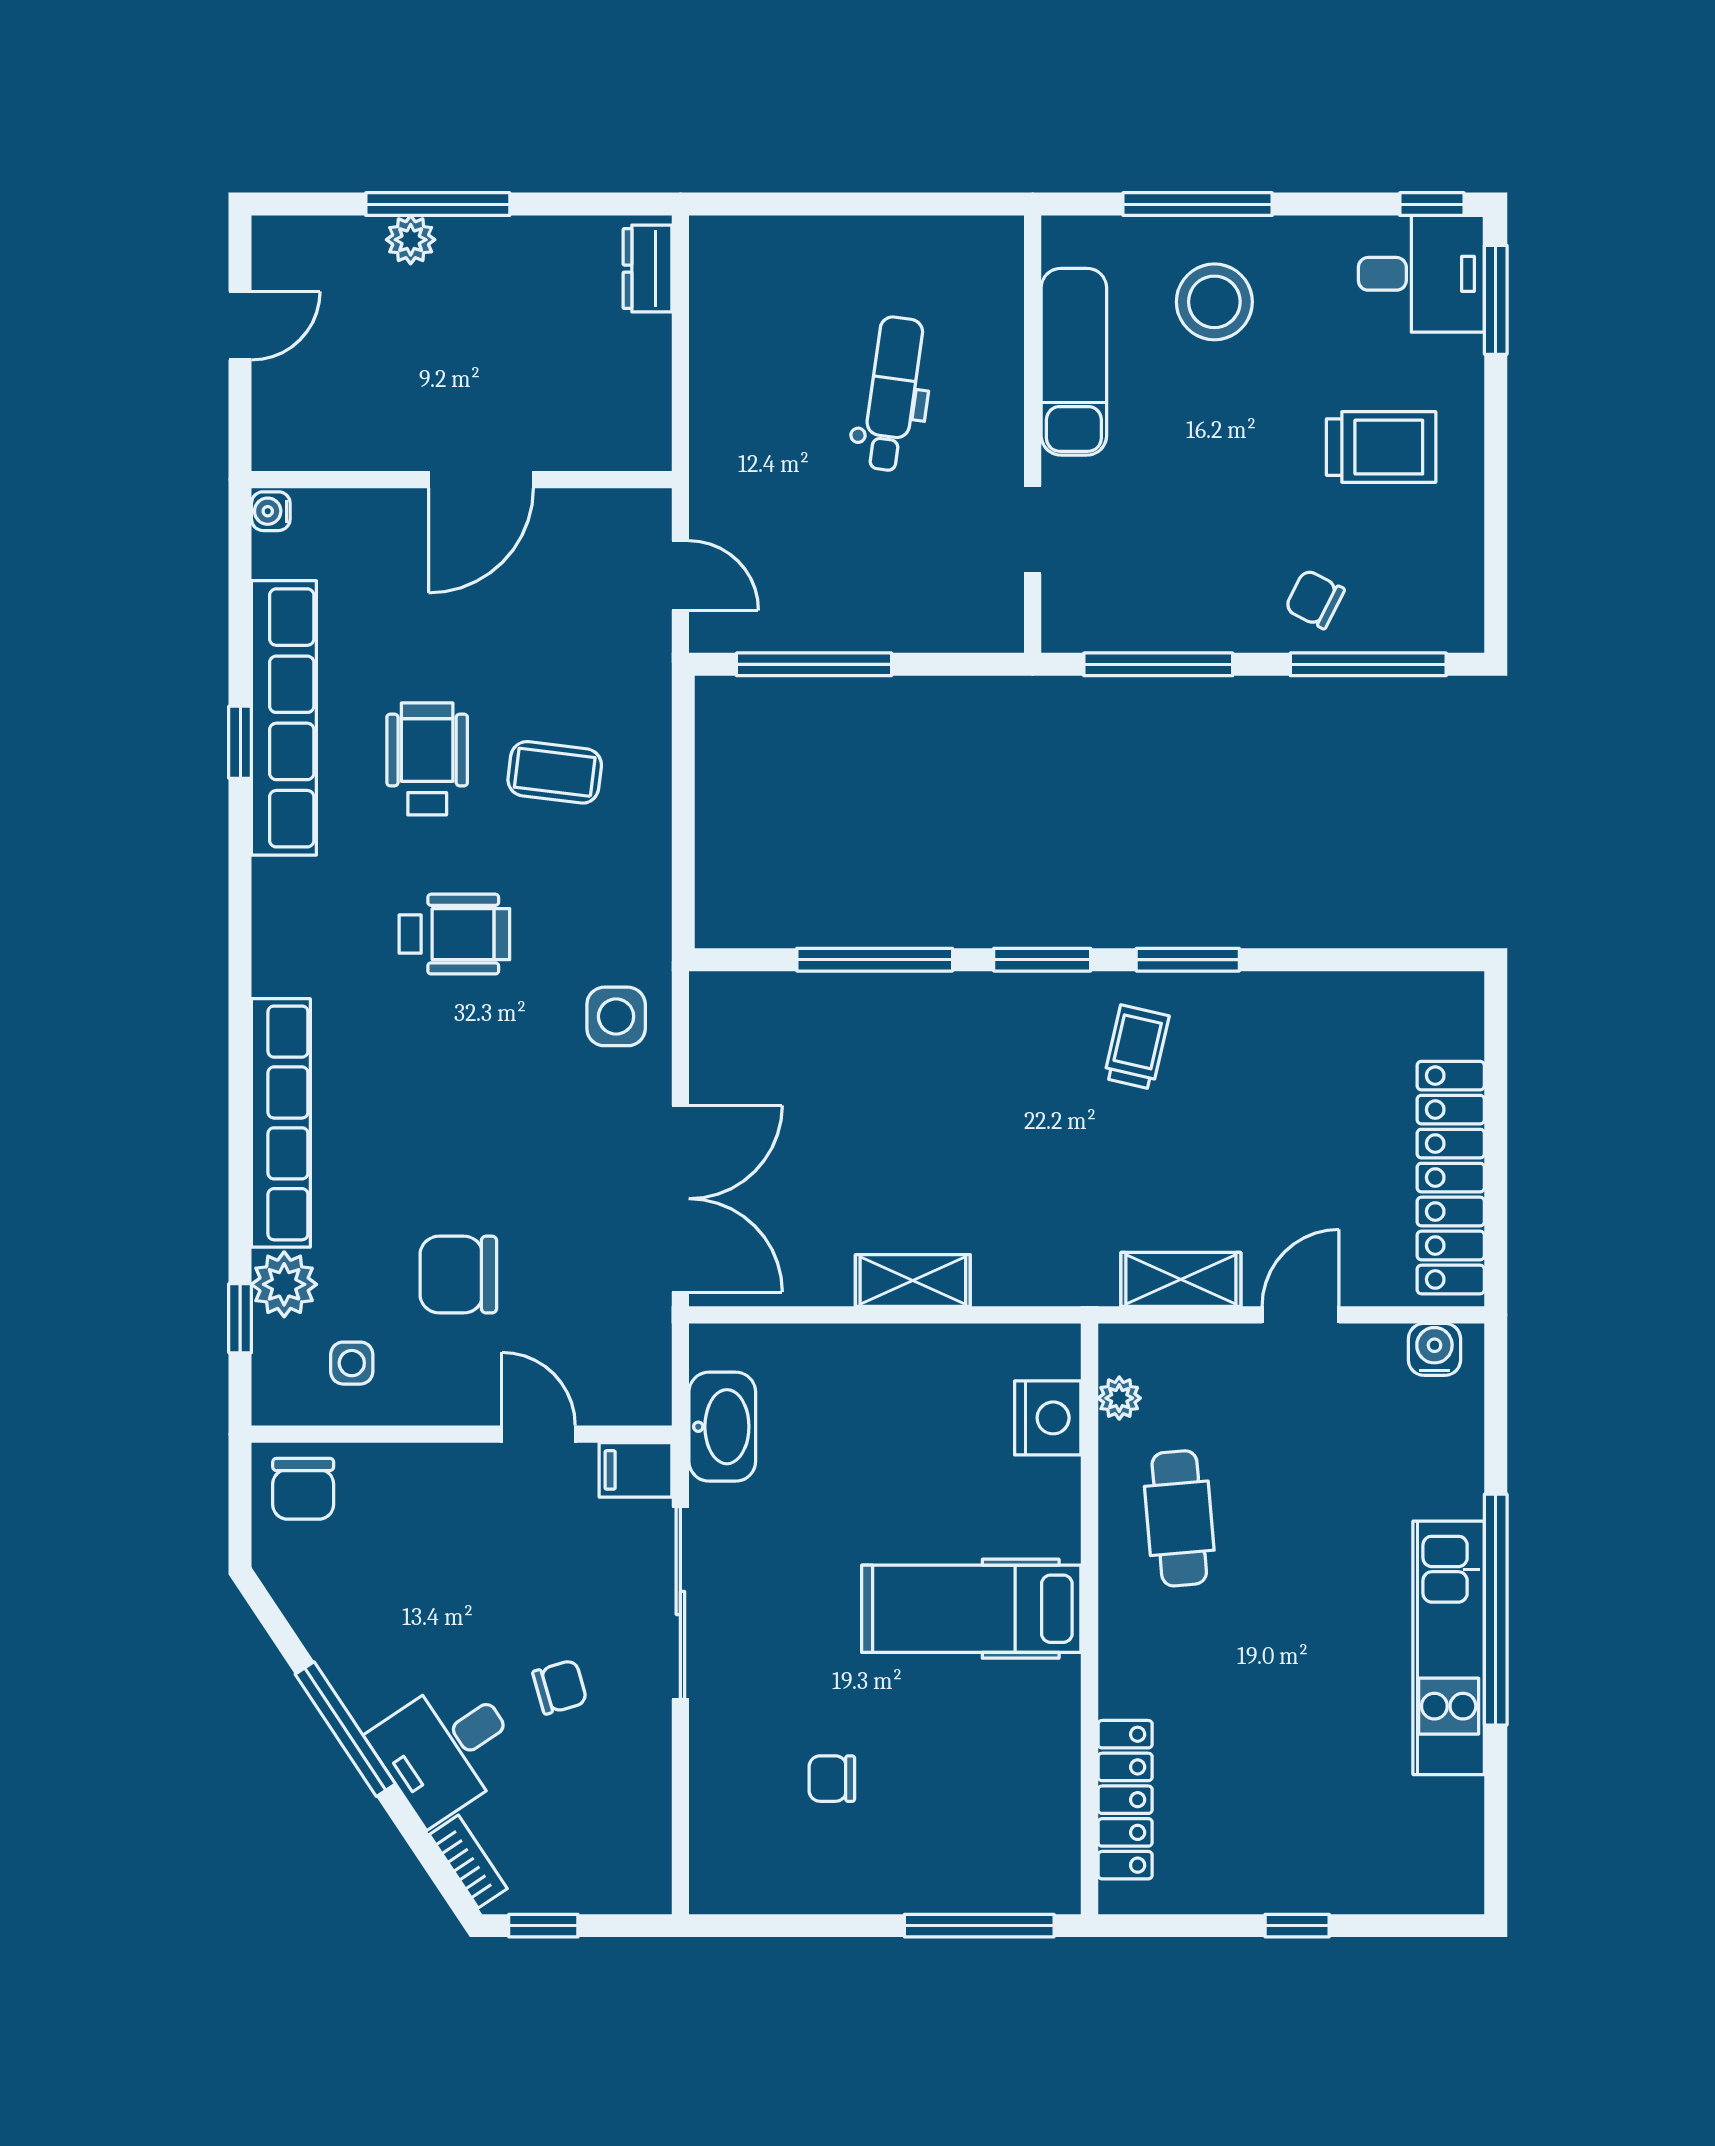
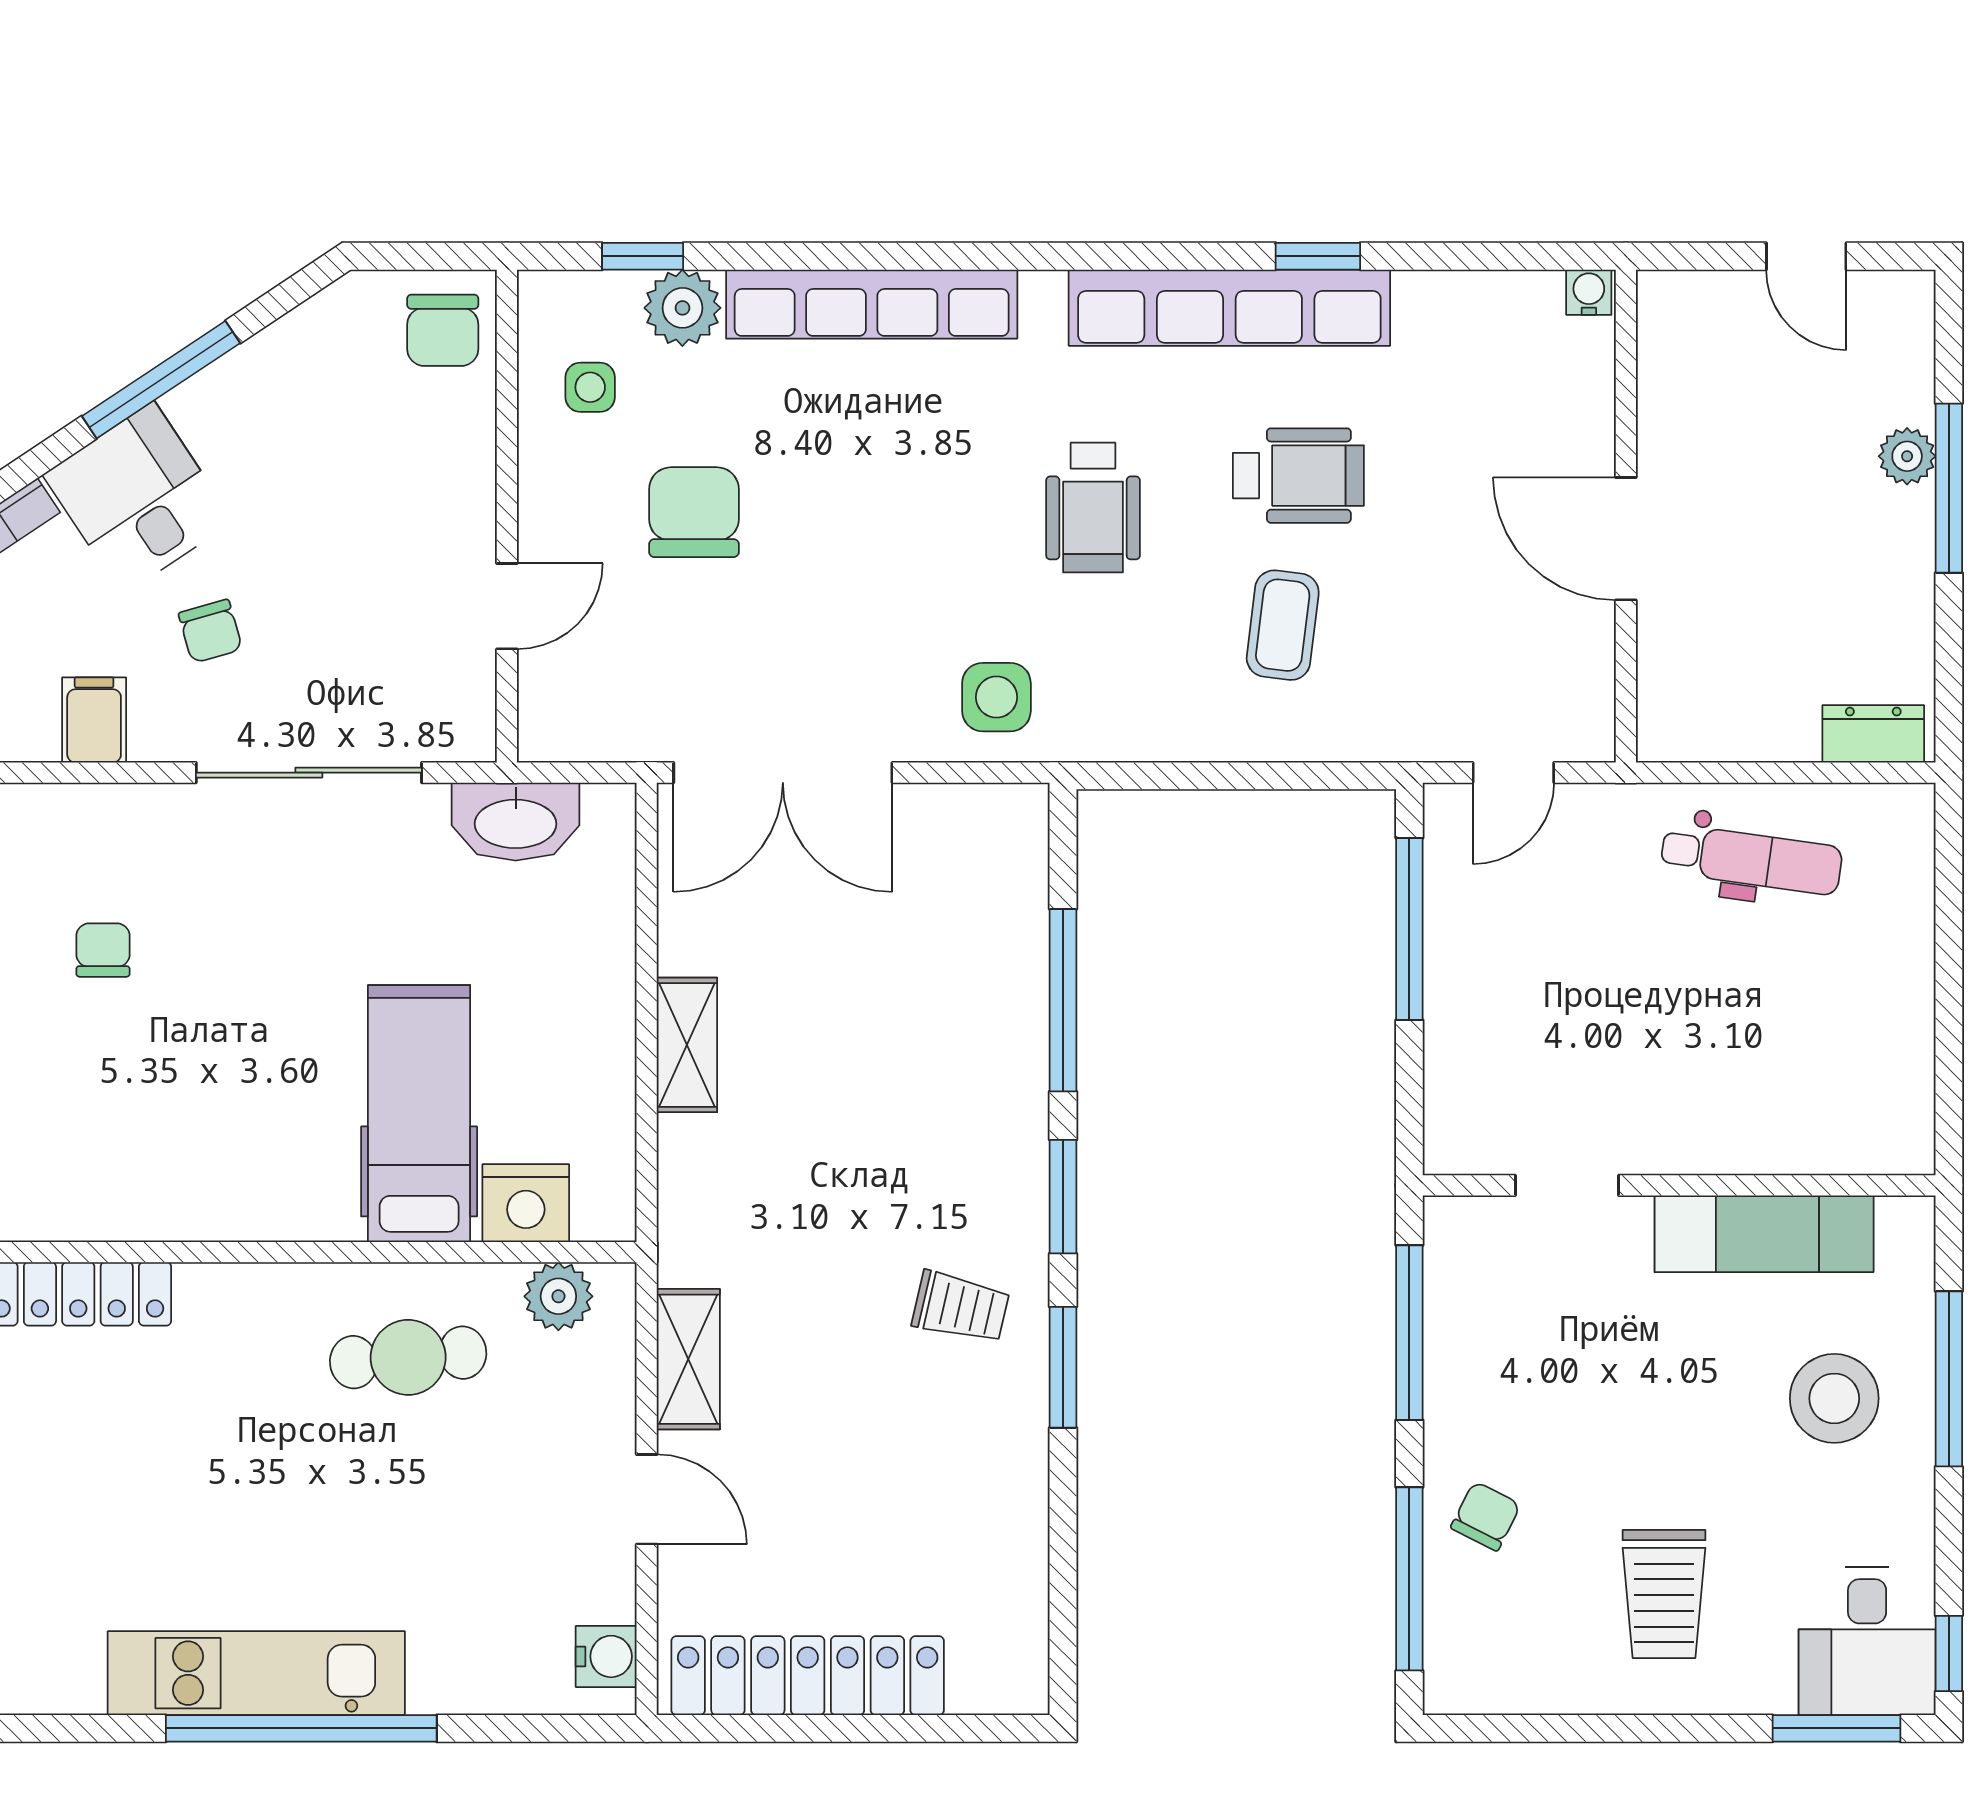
dental chair: (892, 394) -> (1751, 859), moved
row of seats: (284, 718) -> (1229, 308), moved
plant: (1119, 1398) -> (558, 1296), width x1.38, depth x1.38
filing cabinet: (636, 1470) -> (94, 720), moved
chair: (303, 1489) -> (443, 330), turned -90
hospital bed: (971, 1609) -> (419, 1114), moved

